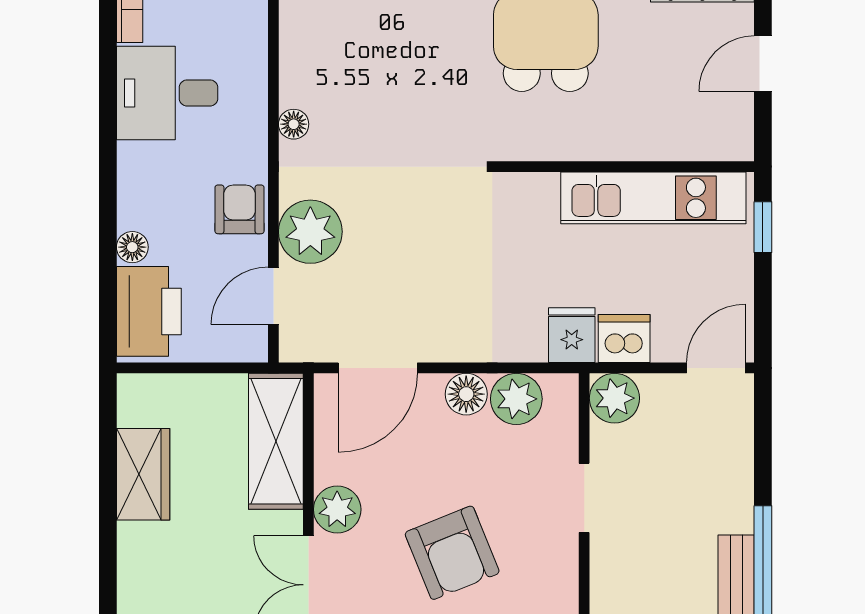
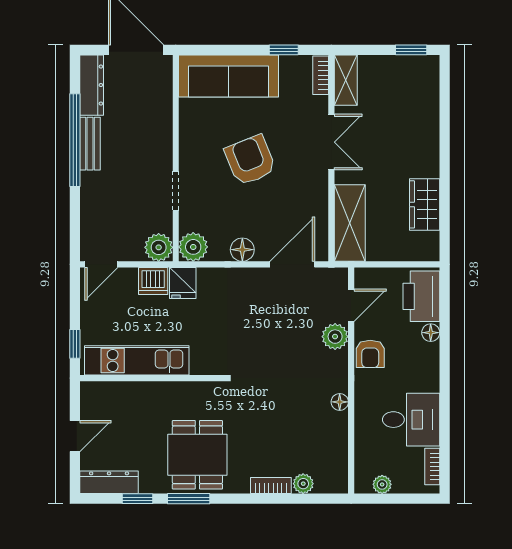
plant: (310, 232) -> (335, 337), width x0.73, depth x0.73
plant: (516, 399) -> (193, 247), moved
plant: (337, 509) -> (315, 185), removed

